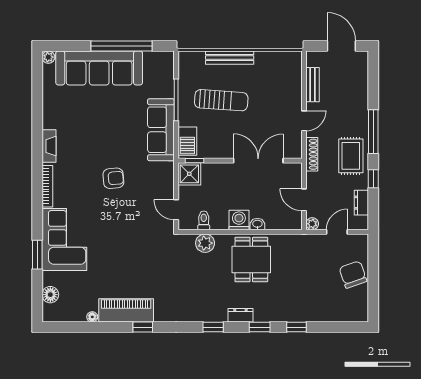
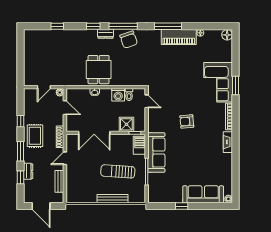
window: (121, 46) -> (182, 206), width x0.32
sofa: (99, 68) -> (203, 194), width x0.74, depth x0.79
window: (373, 91) -> (21, 177), added
window: (373, 132) -> (21, 151), width x0.69
shower: (189, 174) -> (126, 124), moved
dresser: (361, 203) -> (28, 171), moved
washing machine: (239, 220) -> (118, 95), moved
plant: (205, 243) -> (128, 80), removed
window: (37, 255) -> (236, 85), moved
chair: (353, 274) -> (129, 40), moved
floor lamp: (50, 295) -> (227, 35), moved
window: (143, 327) -> (168, 26), width x2.17
window: (213, 327) -> (123, 26), width x2.17
window: (297, 327) -> (57, 26), moved

